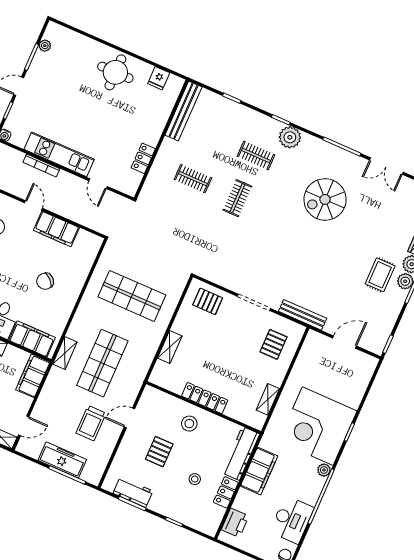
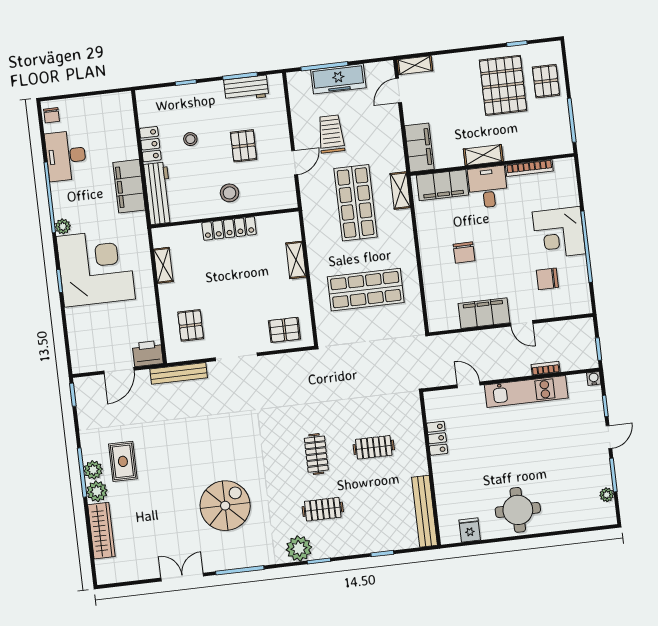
bookcase: (41, 165) -> (546, 368), width x0.64
chair: (45, 281) -> (464, 252), turned 136
printer: (235, 523) -> (148, 353), moved, turned 90

